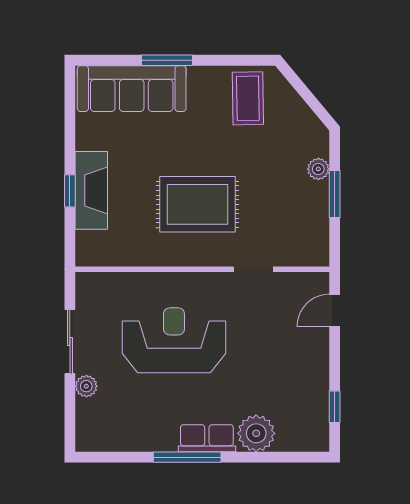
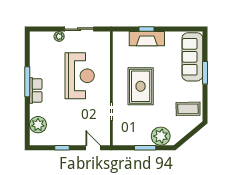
plant: (318, 169) -> (161, 136), width x1.87, depth x1.87
window: (335, 407) -> (62, 148), moved
plant: (256, 433) -> (38, 125), moved

